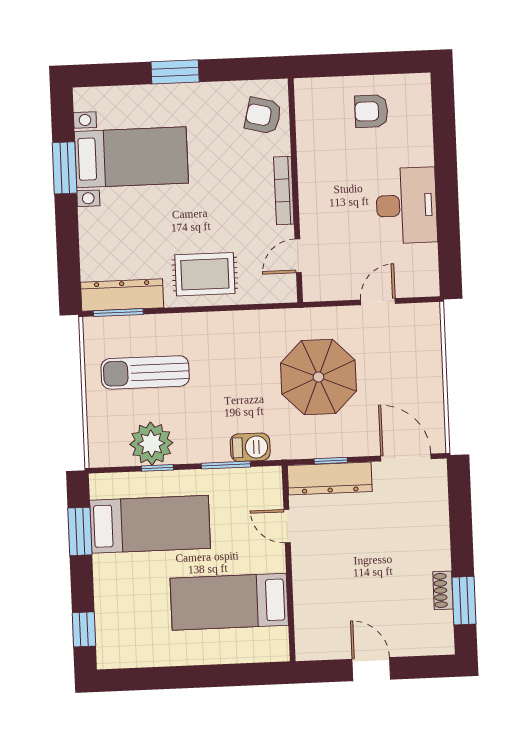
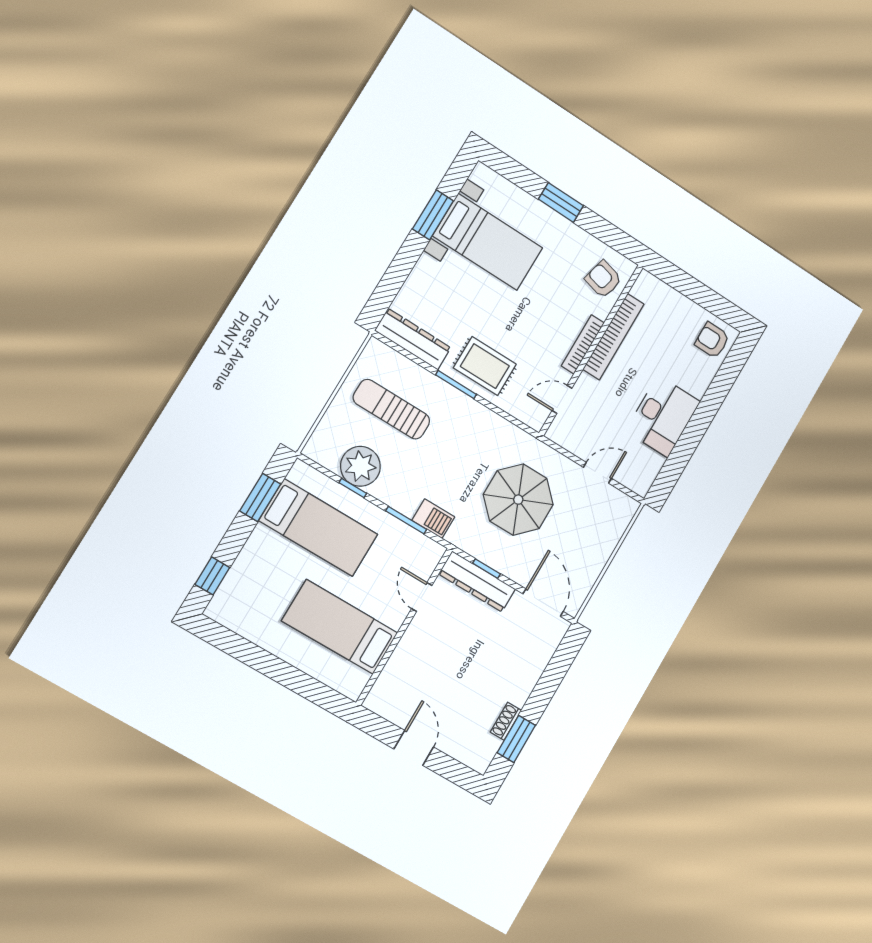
armchair: (371, 111) -> (712, 340), moved
bookcase: (309, 163) -> (613, 337), added
window: (118, 313) -> (456, 385), moved

